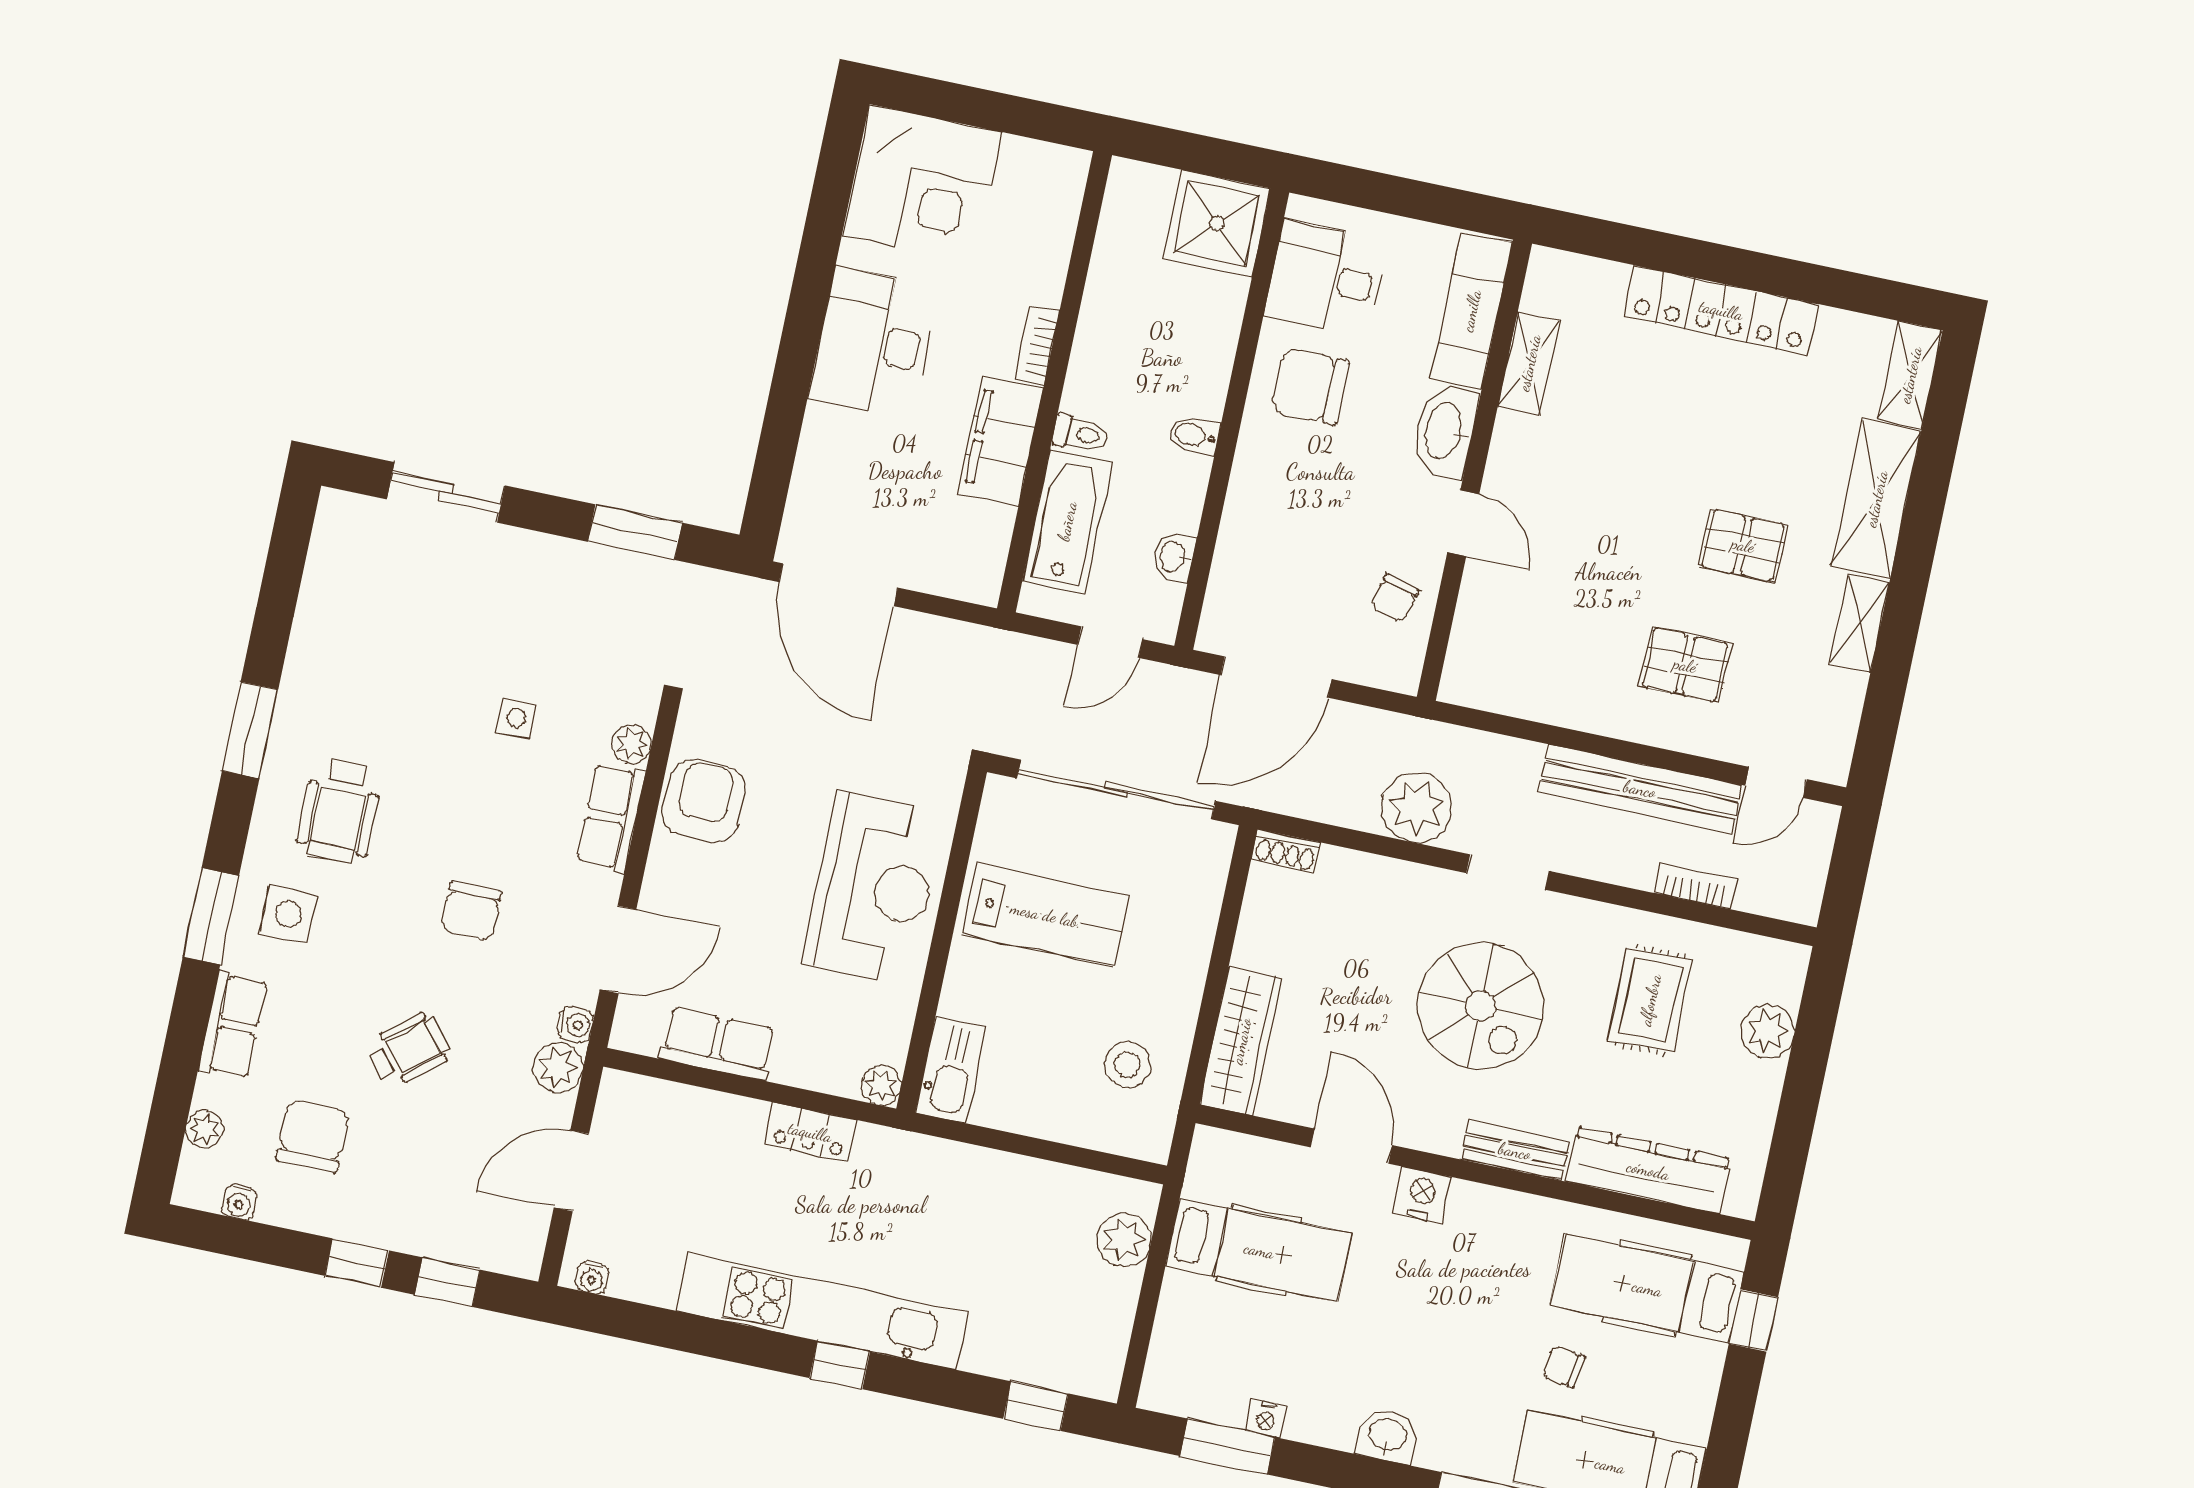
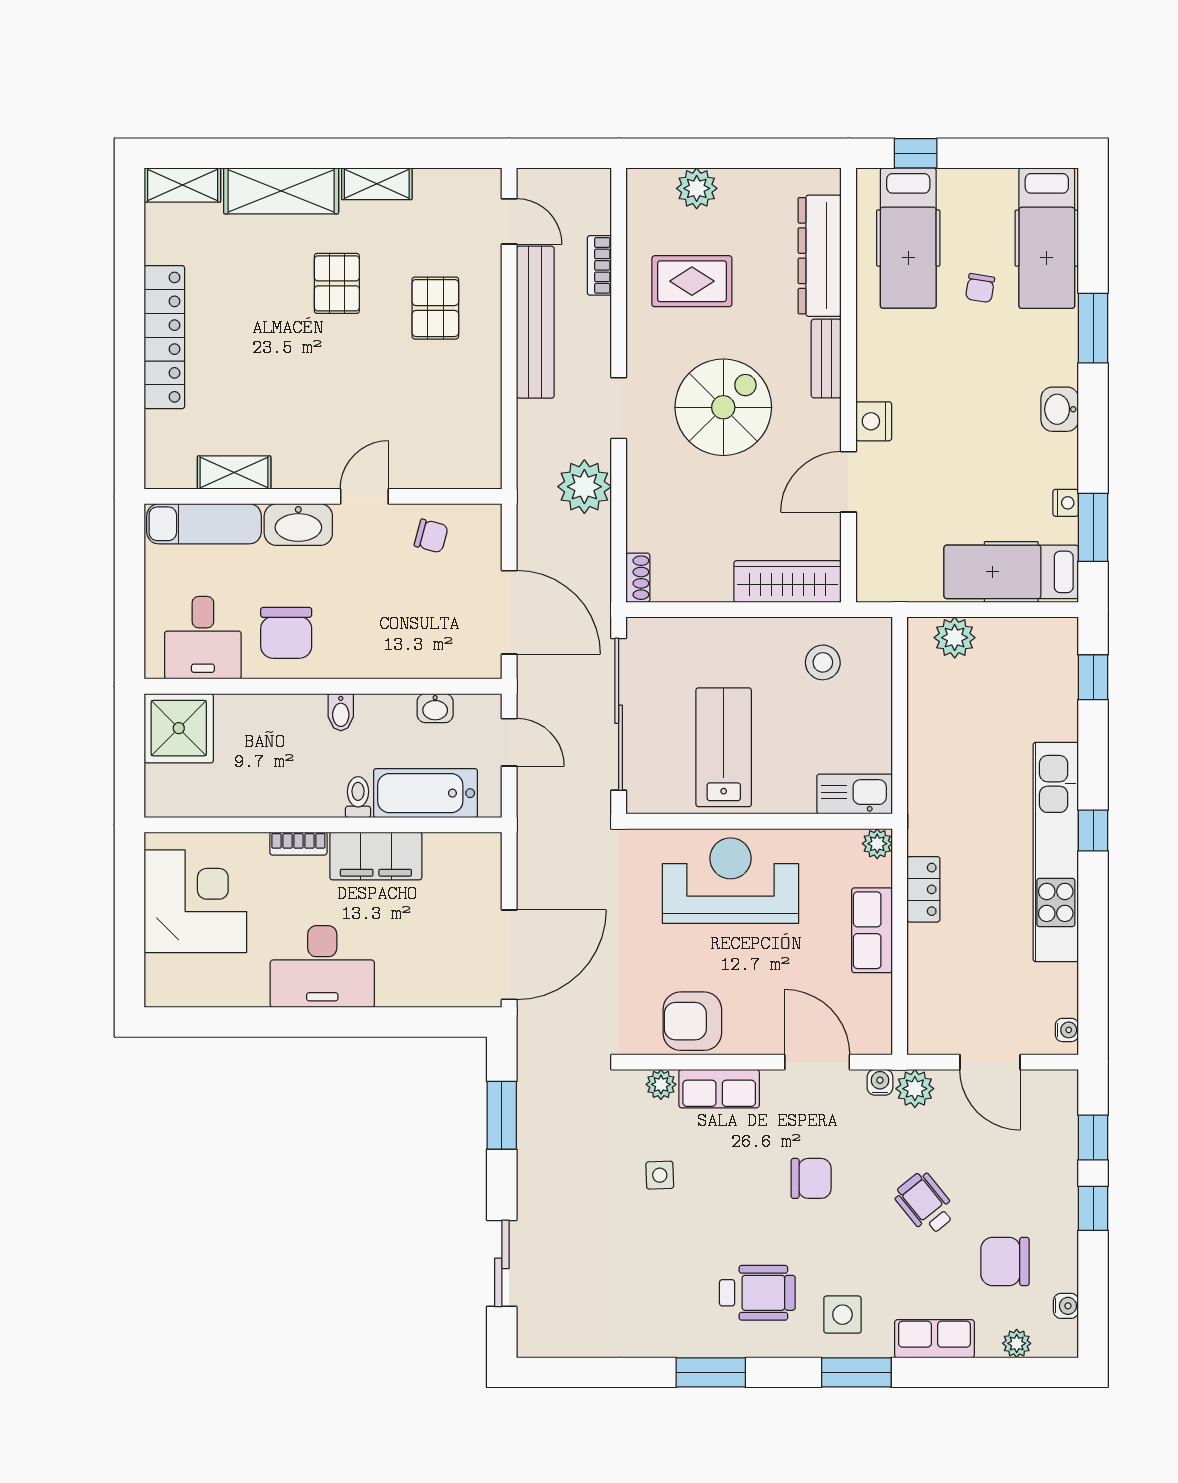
corner desk: (922, 184) -> (195, 901), moved
row of seats: (718, 1044) -> (872, 930), moved
hospital bed: (1259, 1250) -> (1011, 572), moved, turned -90

